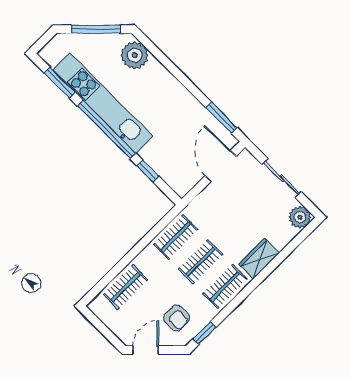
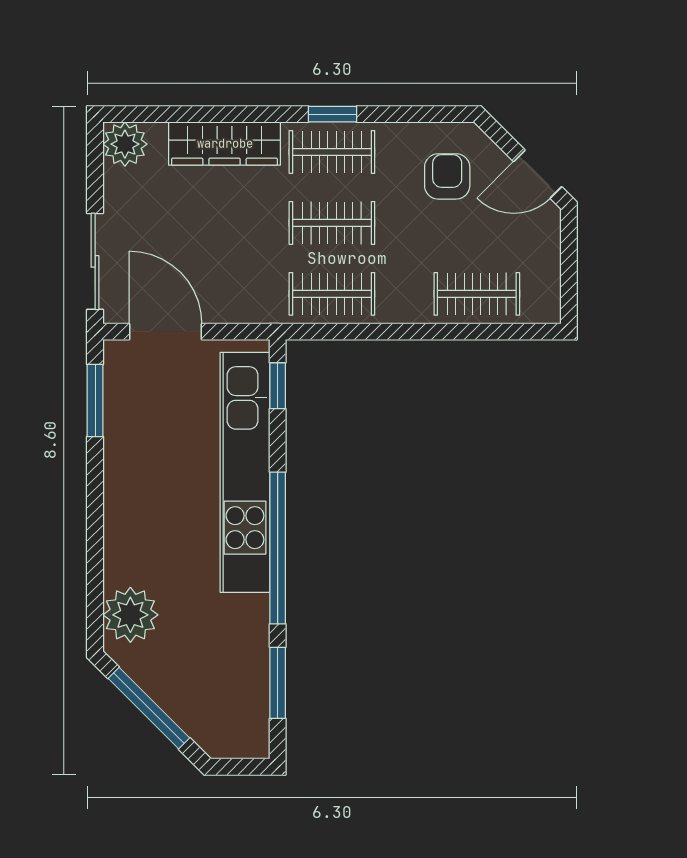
kitchen unit: (103, 103) -> (245, 472), moved
door: (221, 166) -> (166, 332), swing flipped
window: (148, 171) -> (278, 386), moved
sliding door: (282, 178) -> (95, 261), moved
wardrobe: (259, 258) -> (225, 144), width x1.50
window: (205, 333) -> (333, 114), moved

